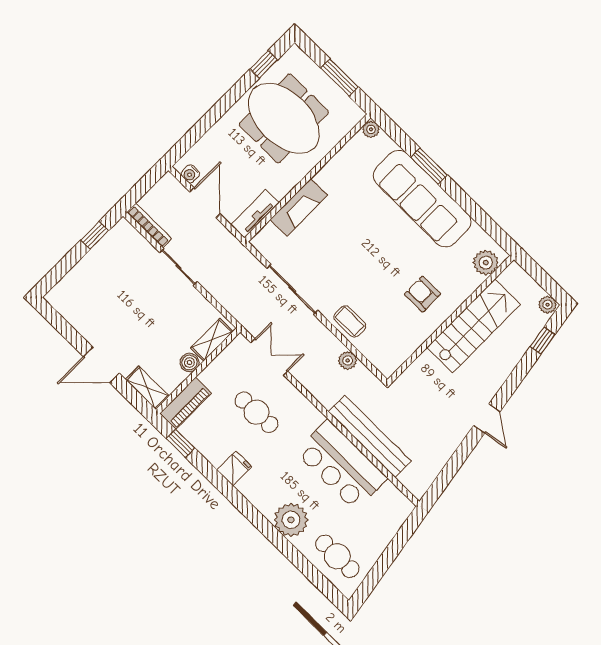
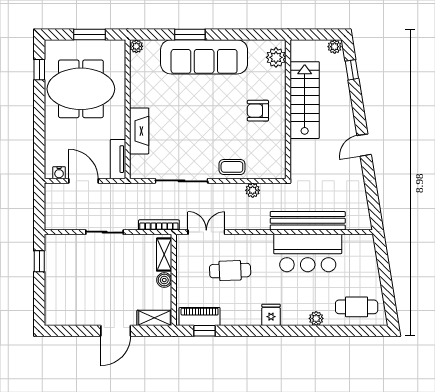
bookcase: (149, 225) -> (159, 225), moved
piano: (186, 403) -> (200, 317), moved, turned -90
door: (487, 419) -> (364, 145), swing flipped
fridge: (234, 469) -> (271, 315), moved
plant: (291, 520) -> (316, 318), width x0.53, depth x0.53

